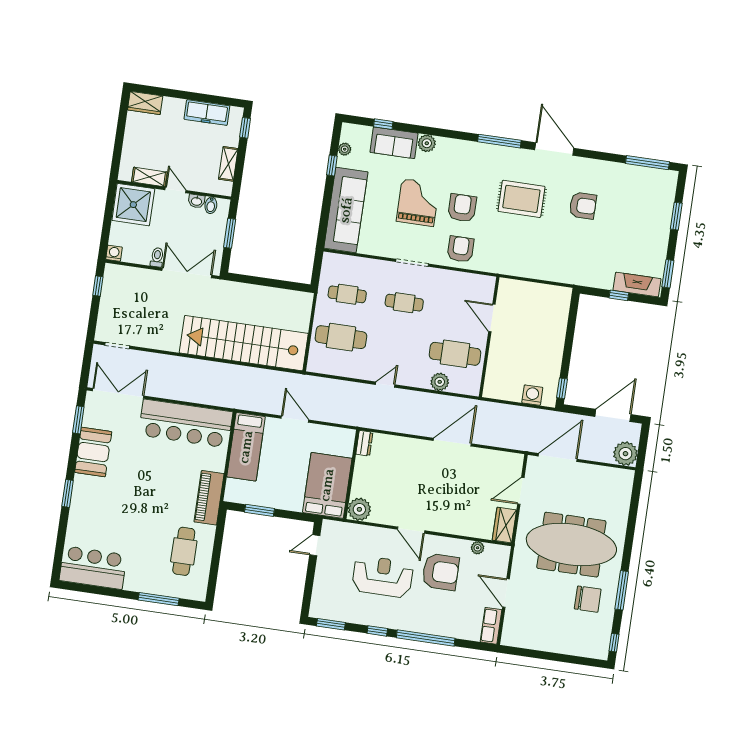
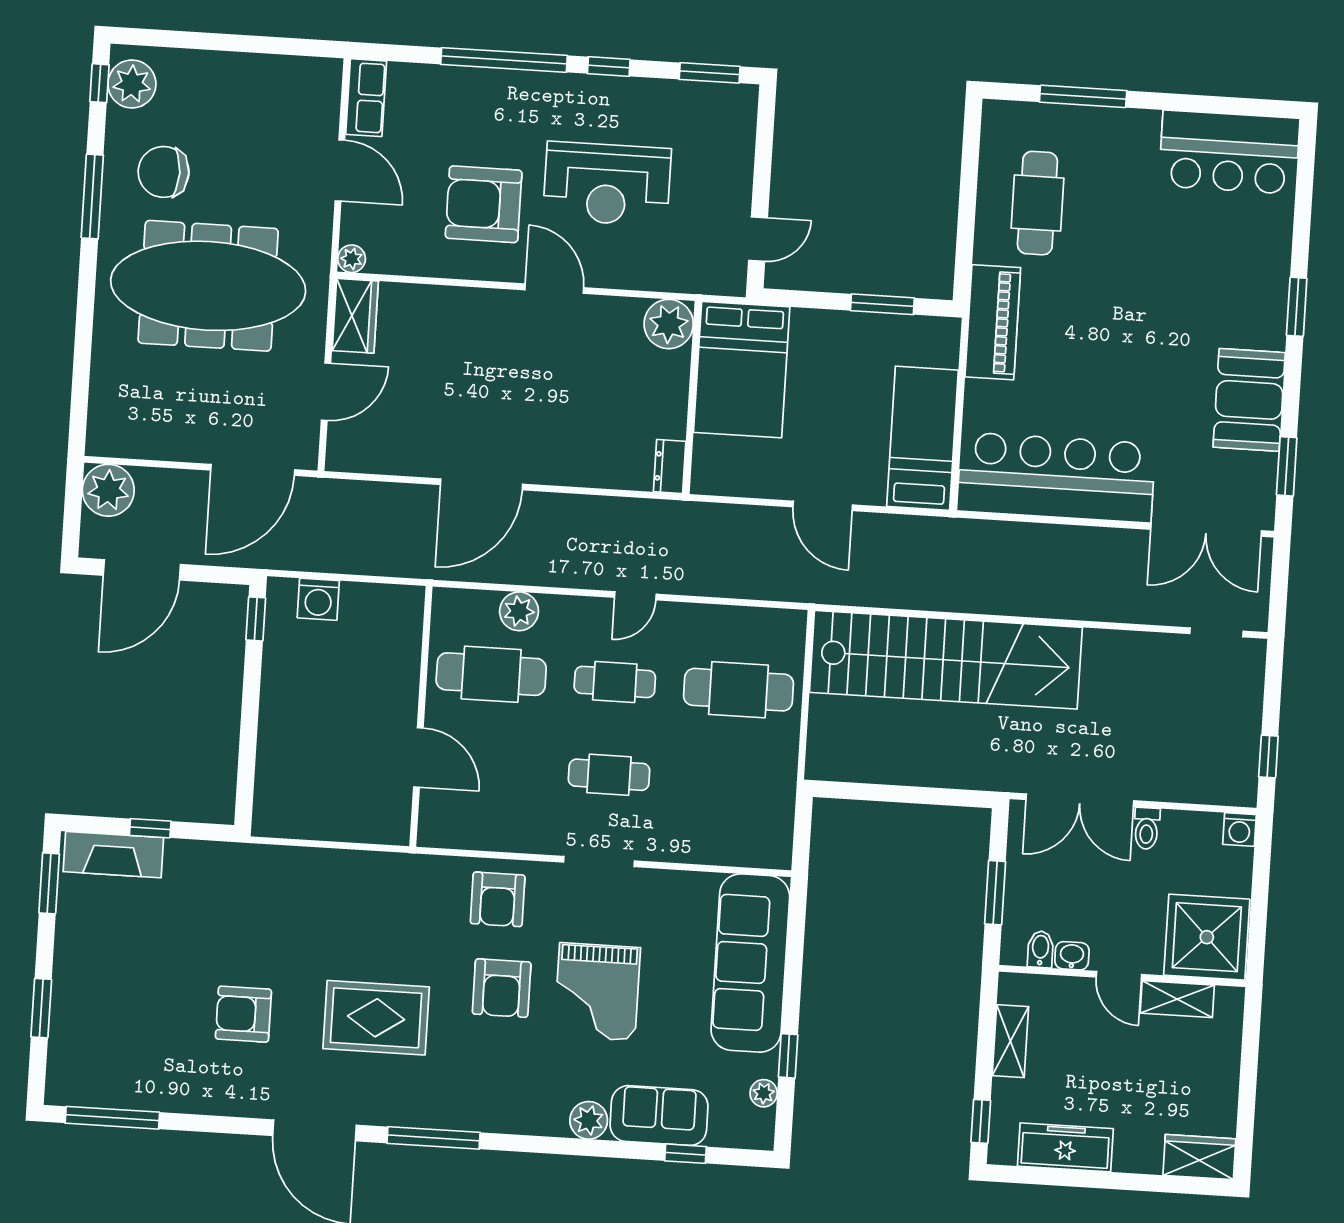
cafe table: (347, 294) -> (615, 682), moved
plant: (478, 548) -> (352, 259), moved
plant: (599, 641) -> (132, 84), added

